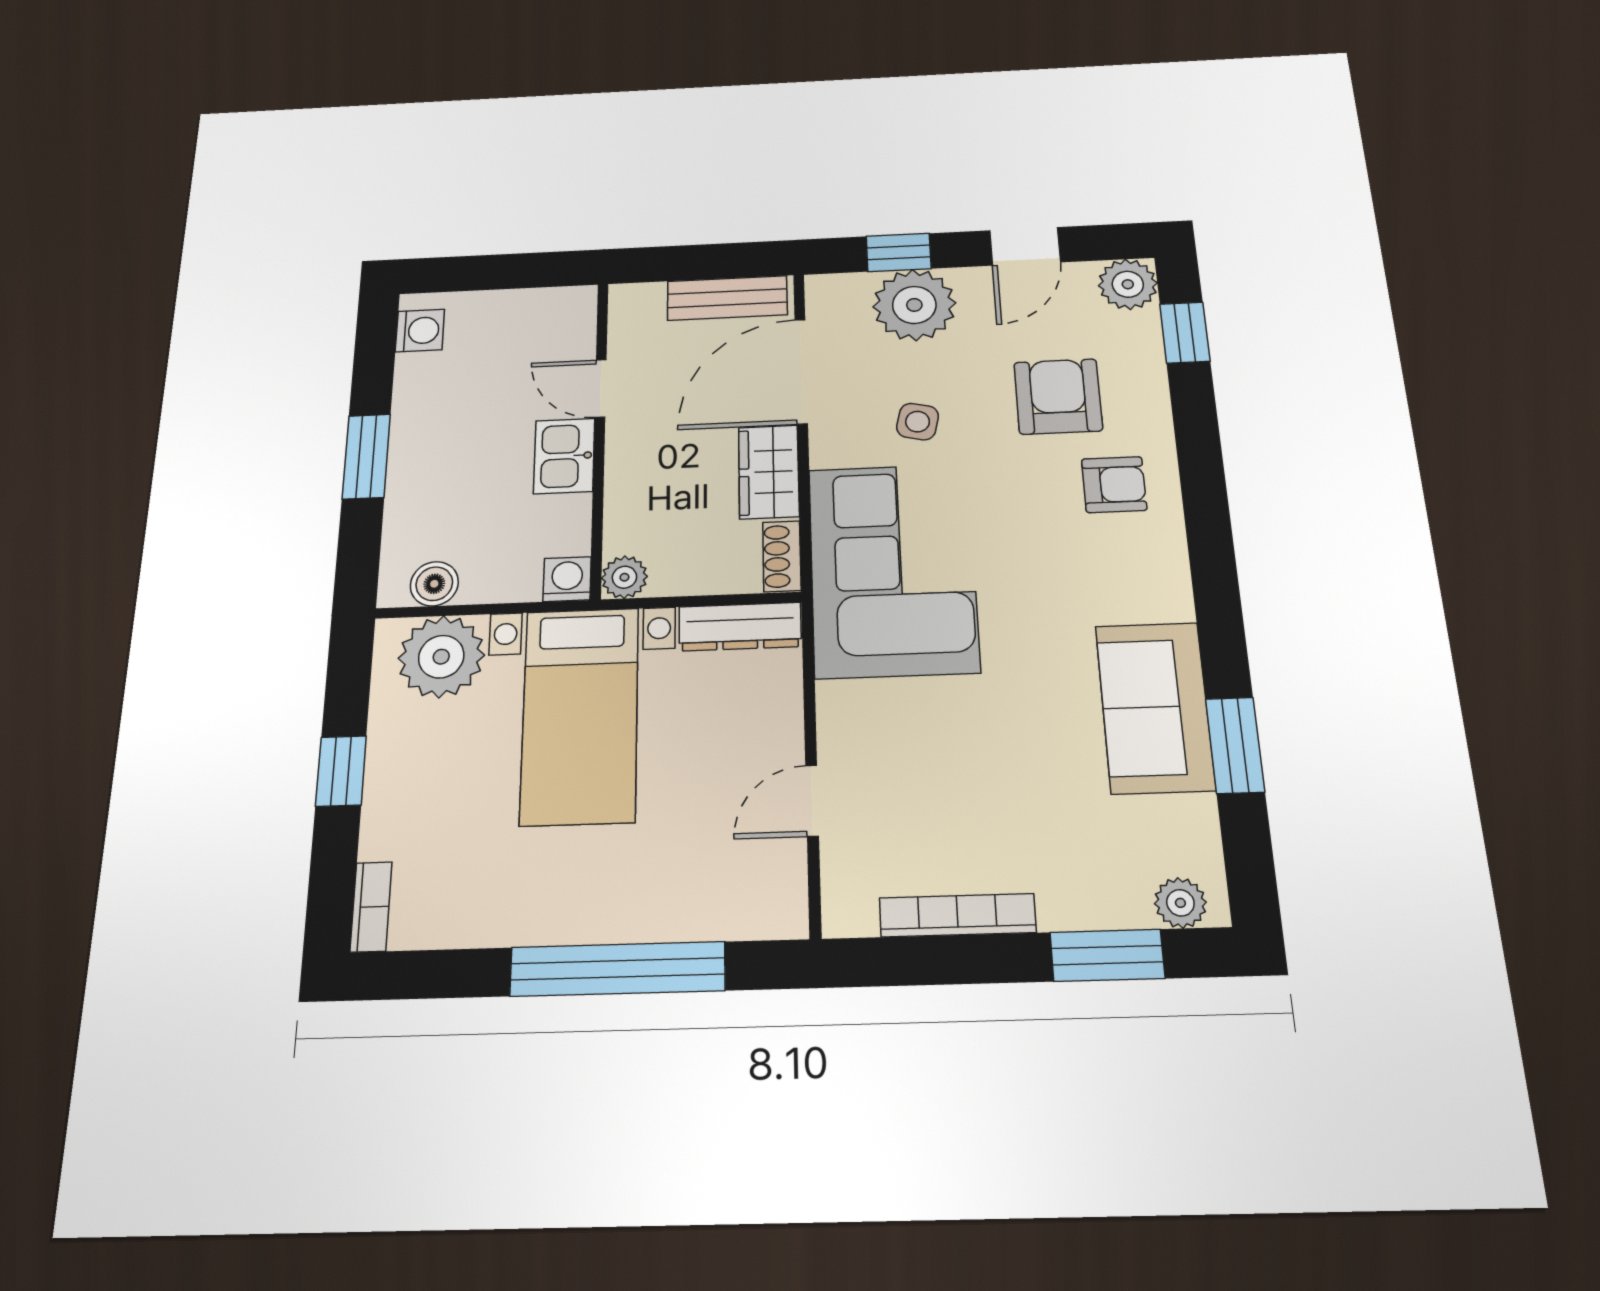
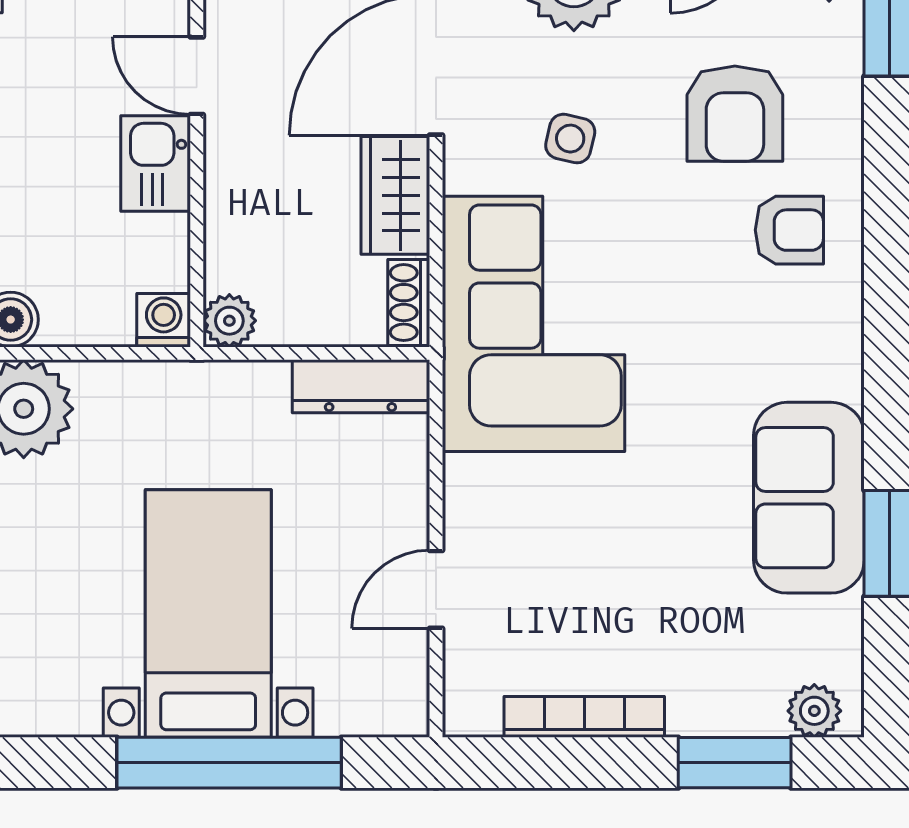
armchair: (1058, 396) -> (735, 114), turned 180
bed with nightstands: (580, 715) -> (208, 613), moved, turned 180

